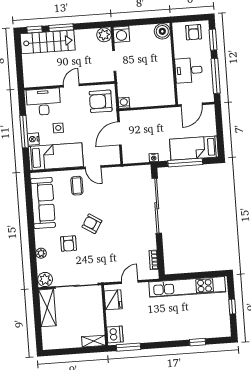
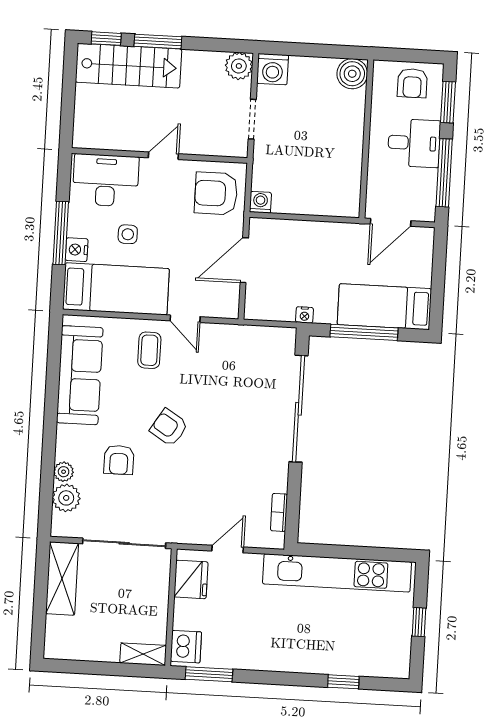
desk: (189, 70) -> (414, 143), moved, turned 180
plant: (45, 280) -> (66, 498), moved

